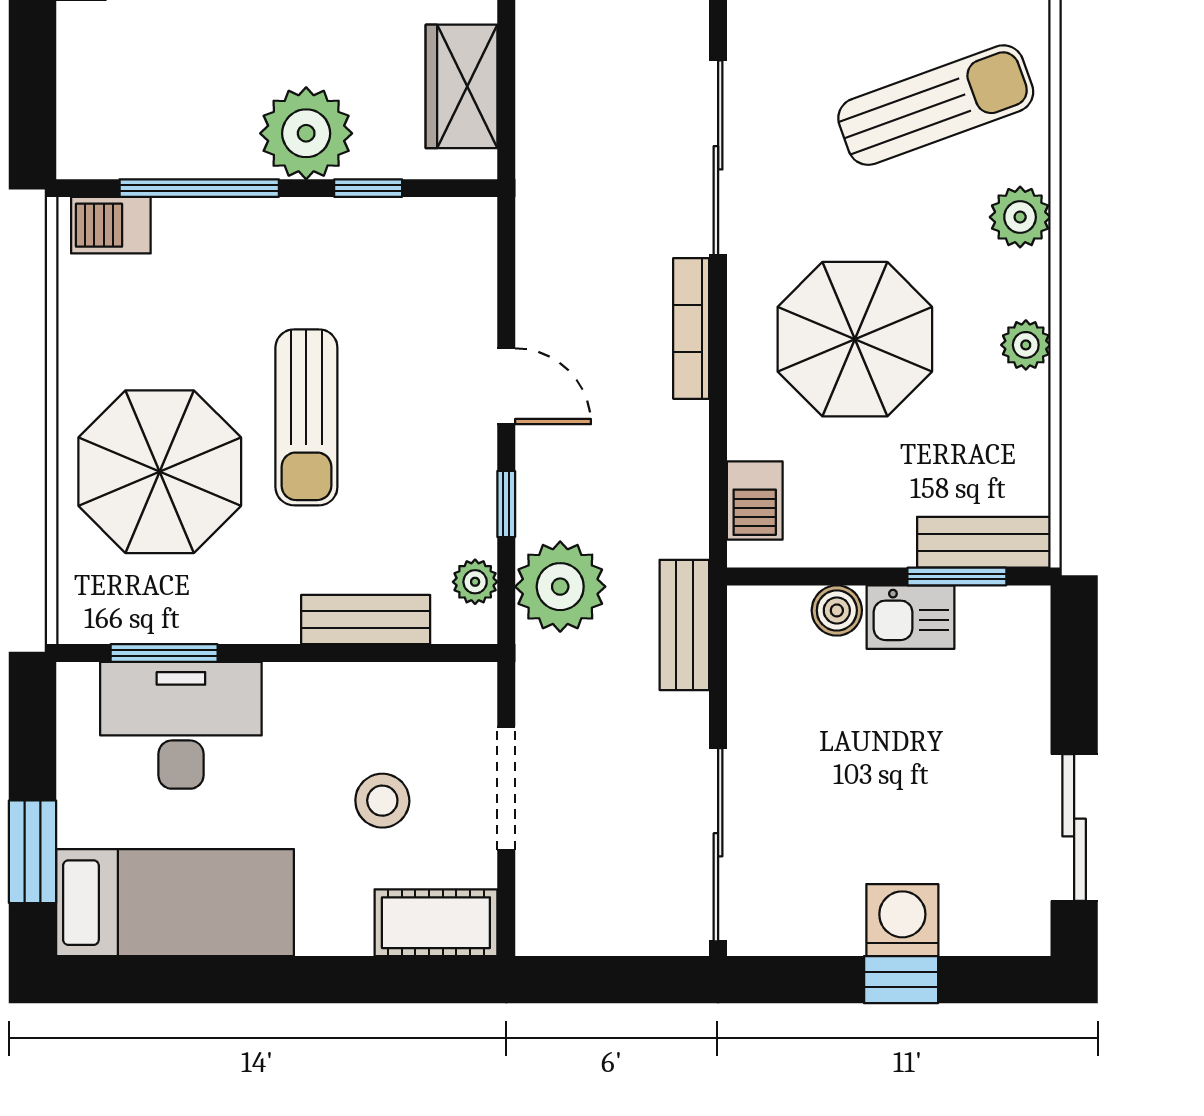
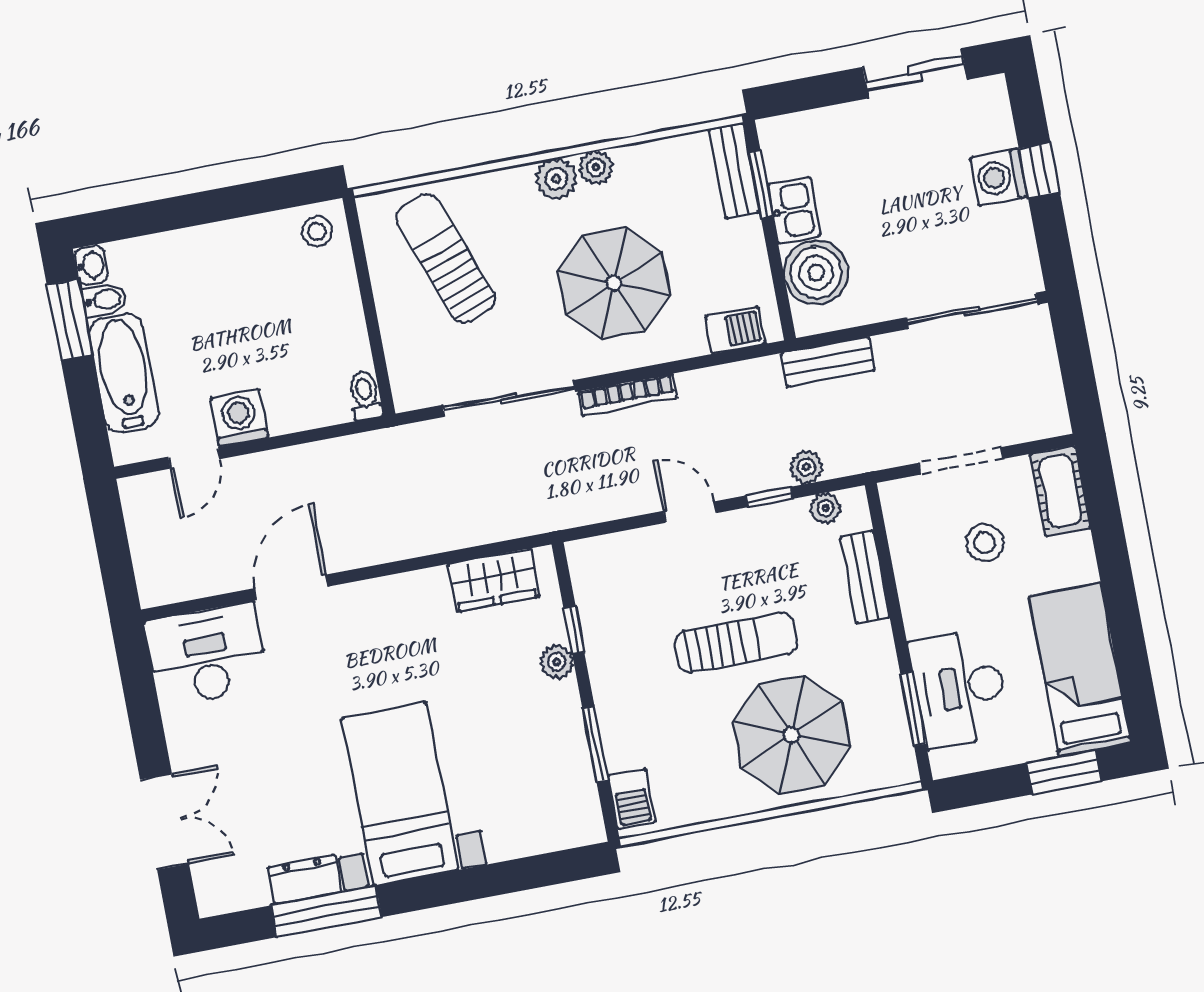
plant: (306, 133) -> (557, 662), width x0.53, depth x0.53
window: (199, 188) -> (595, 744), width x0.69
plant: (1020, 217) -> (556, 179), moved
door: (506, 386) -> (690, 512), hinge flipped
plant: (560, 587) -> (806, 467), width x0.53, depth x0.53
boiler: (837, 610) -> (816, 273), width x1.86, depth x1.86

